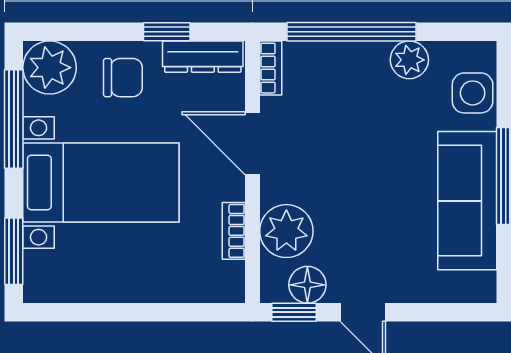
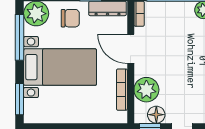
bookcase: (234, 231) -> (122, 90), width x1.56

